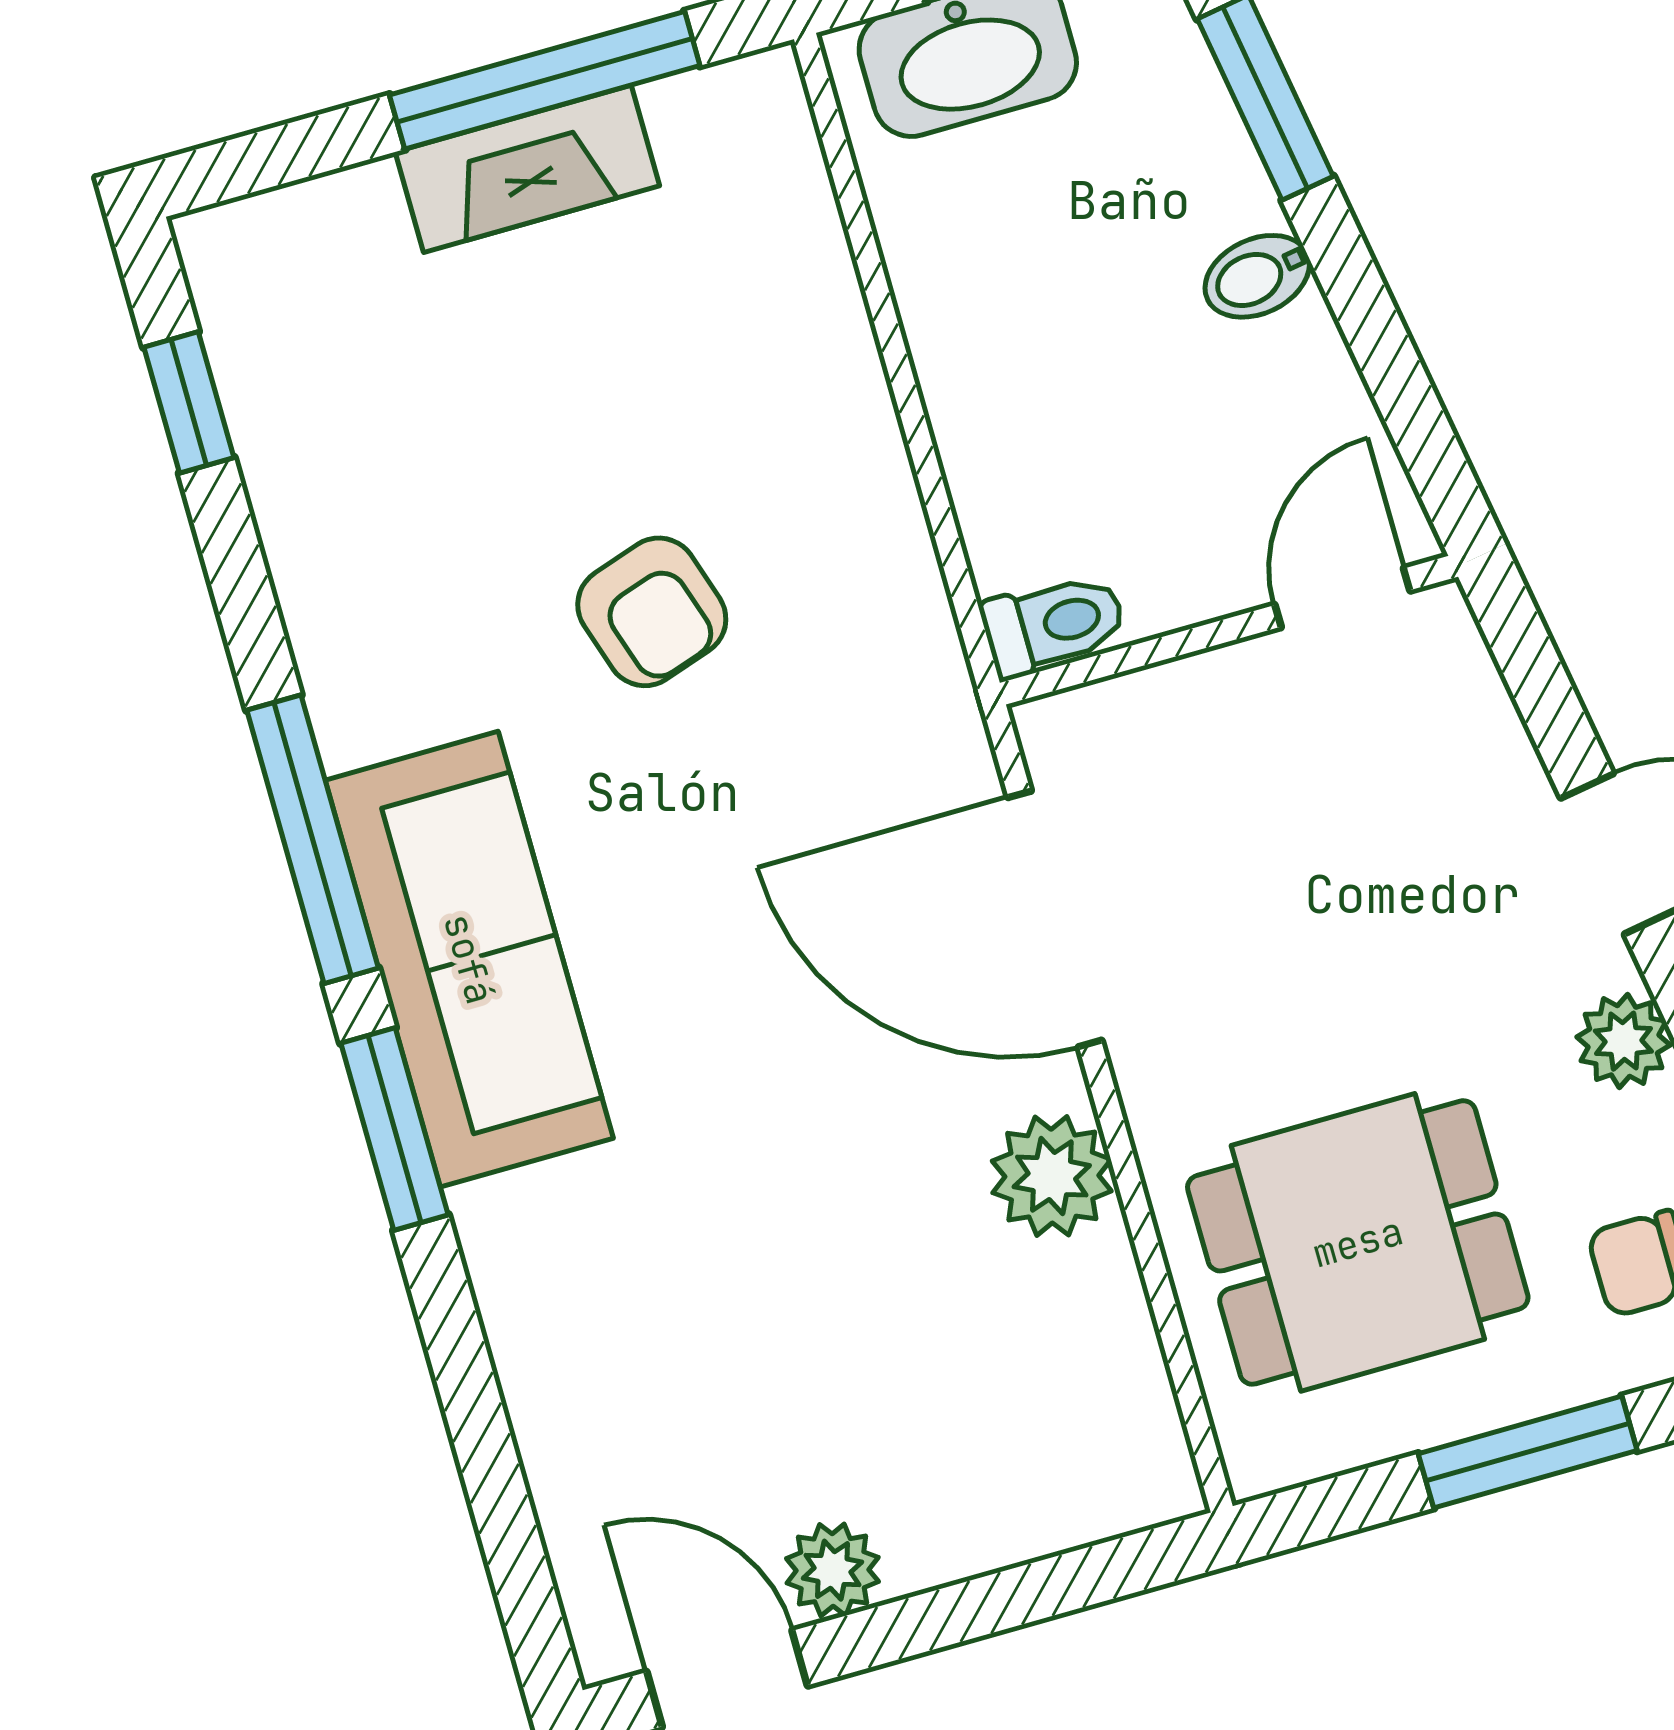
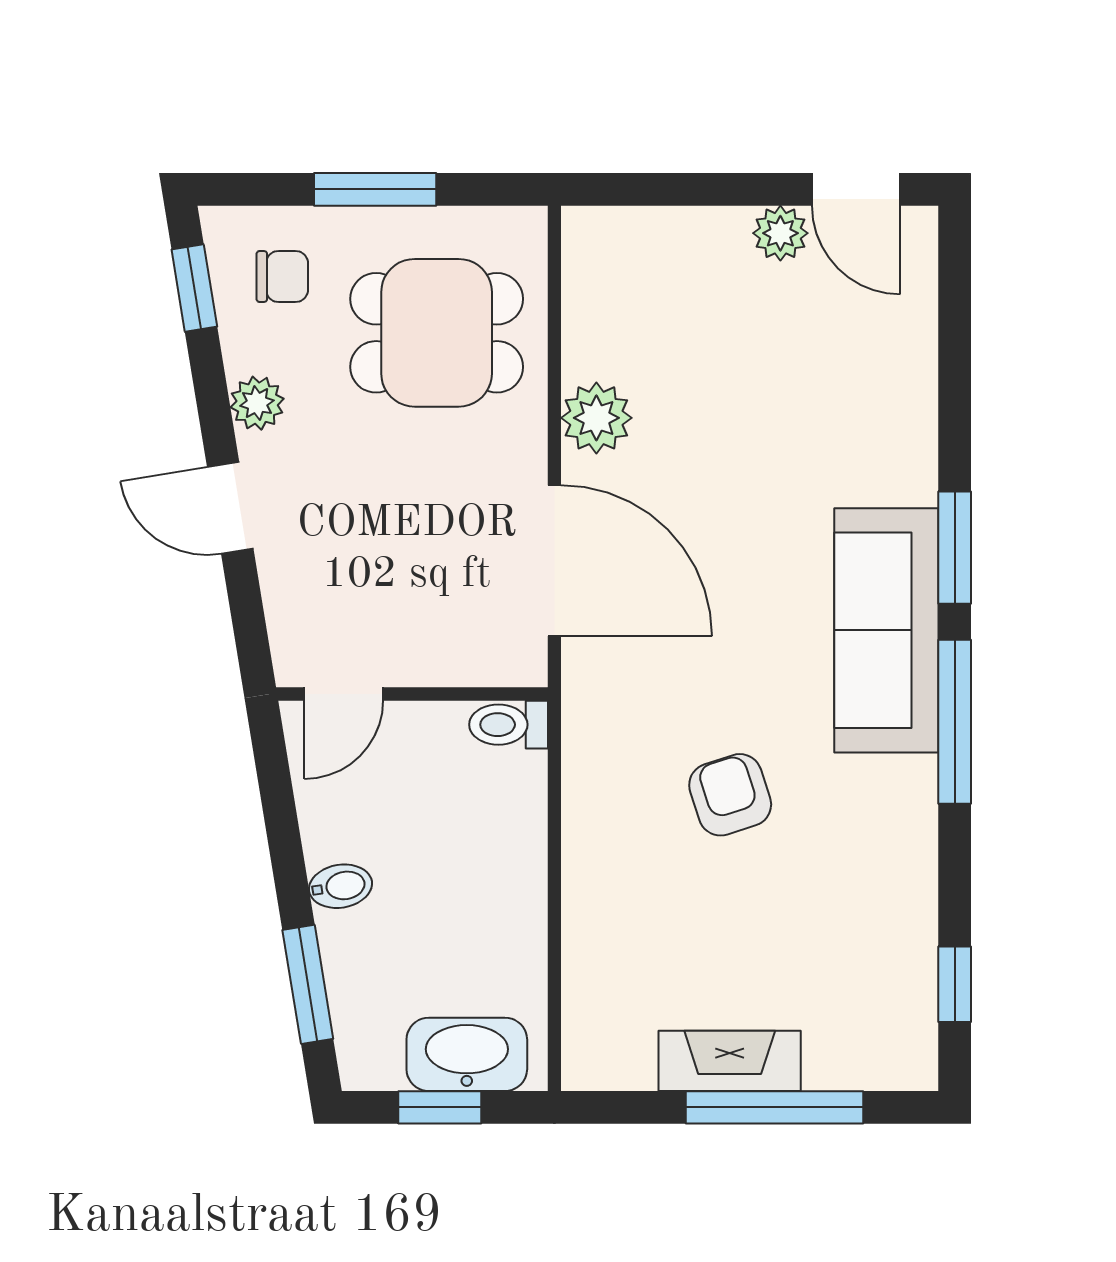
window: (545, 80) -> (775, 1107), moved

